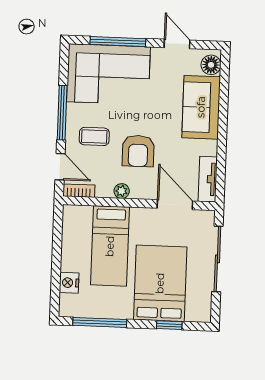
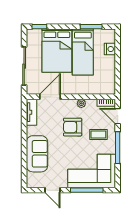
floor lamp: (211, 65) -> (32, 179), removed
armchair: (138, 151) -> (73, 127), turned -90
door: (175, 205) -> (50, 97), swing flipped
bed: (110, 246) -> (83, 52), moved, turned 180
window: (100, 322) -> (91, 27), width x0.69
window: (169, 325) -> (39, 27), moved

